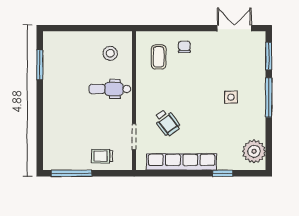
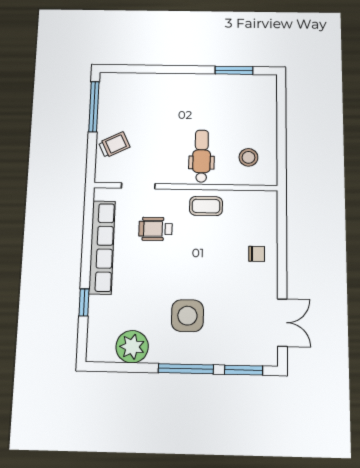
coffee table: (159, 57) -> (206, 206), moved
side table: (231, 97) -> (187, 316), width x1.87, depth x1.87
wheelchair: (167, 122) -> (155, 229), turned 37
plant: (254, 151) -> (132, 347), moved
trolley: (102, 156) -> (114, 145), turned 64

